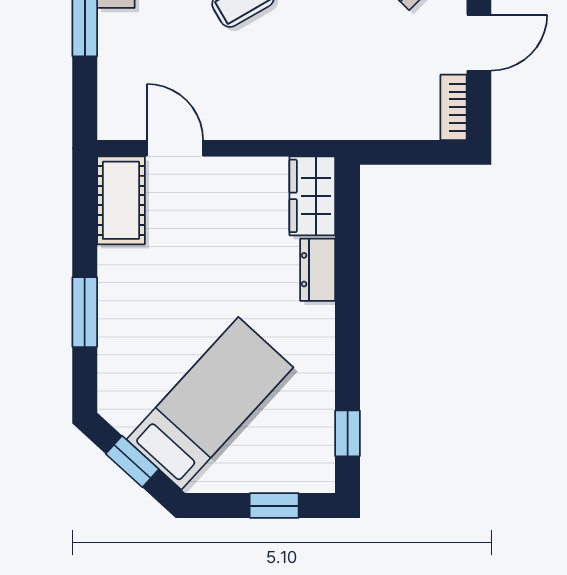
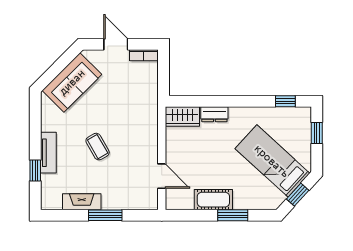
door: (175, 148) -> (162, 176), swing flipped
cot: (121, 200) -> (213, 200), moved

